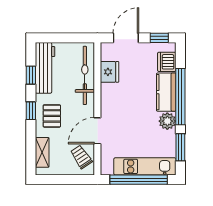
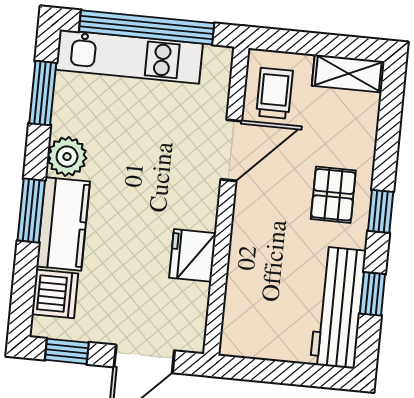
fridge: (109, 72) -> (193, 255), moved
bicycle: (85, 75) -> (248, 281), removed
window: (180, 97) -> (31, 210), width x0.47
shelving: (42, 152) -> (348, 74), moved, turned 90
trolley: (81, 157) -> (275, 93), turned -146

